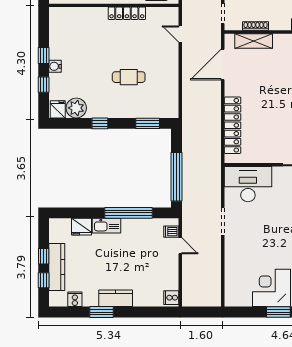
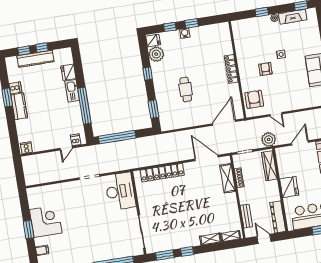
locker: (127, 13) -> (231, 69), moved
door: (180, 34) -> (224, 123), width x1.87
cooker: (75, 299) -> (15, 88), moved

